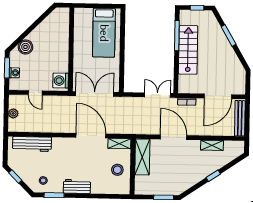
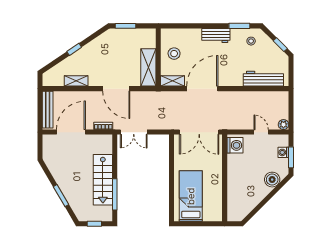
plant: (13, 113) -> (283, 125), moved
door: (91, 136) -> (202, 89), swing flipped

